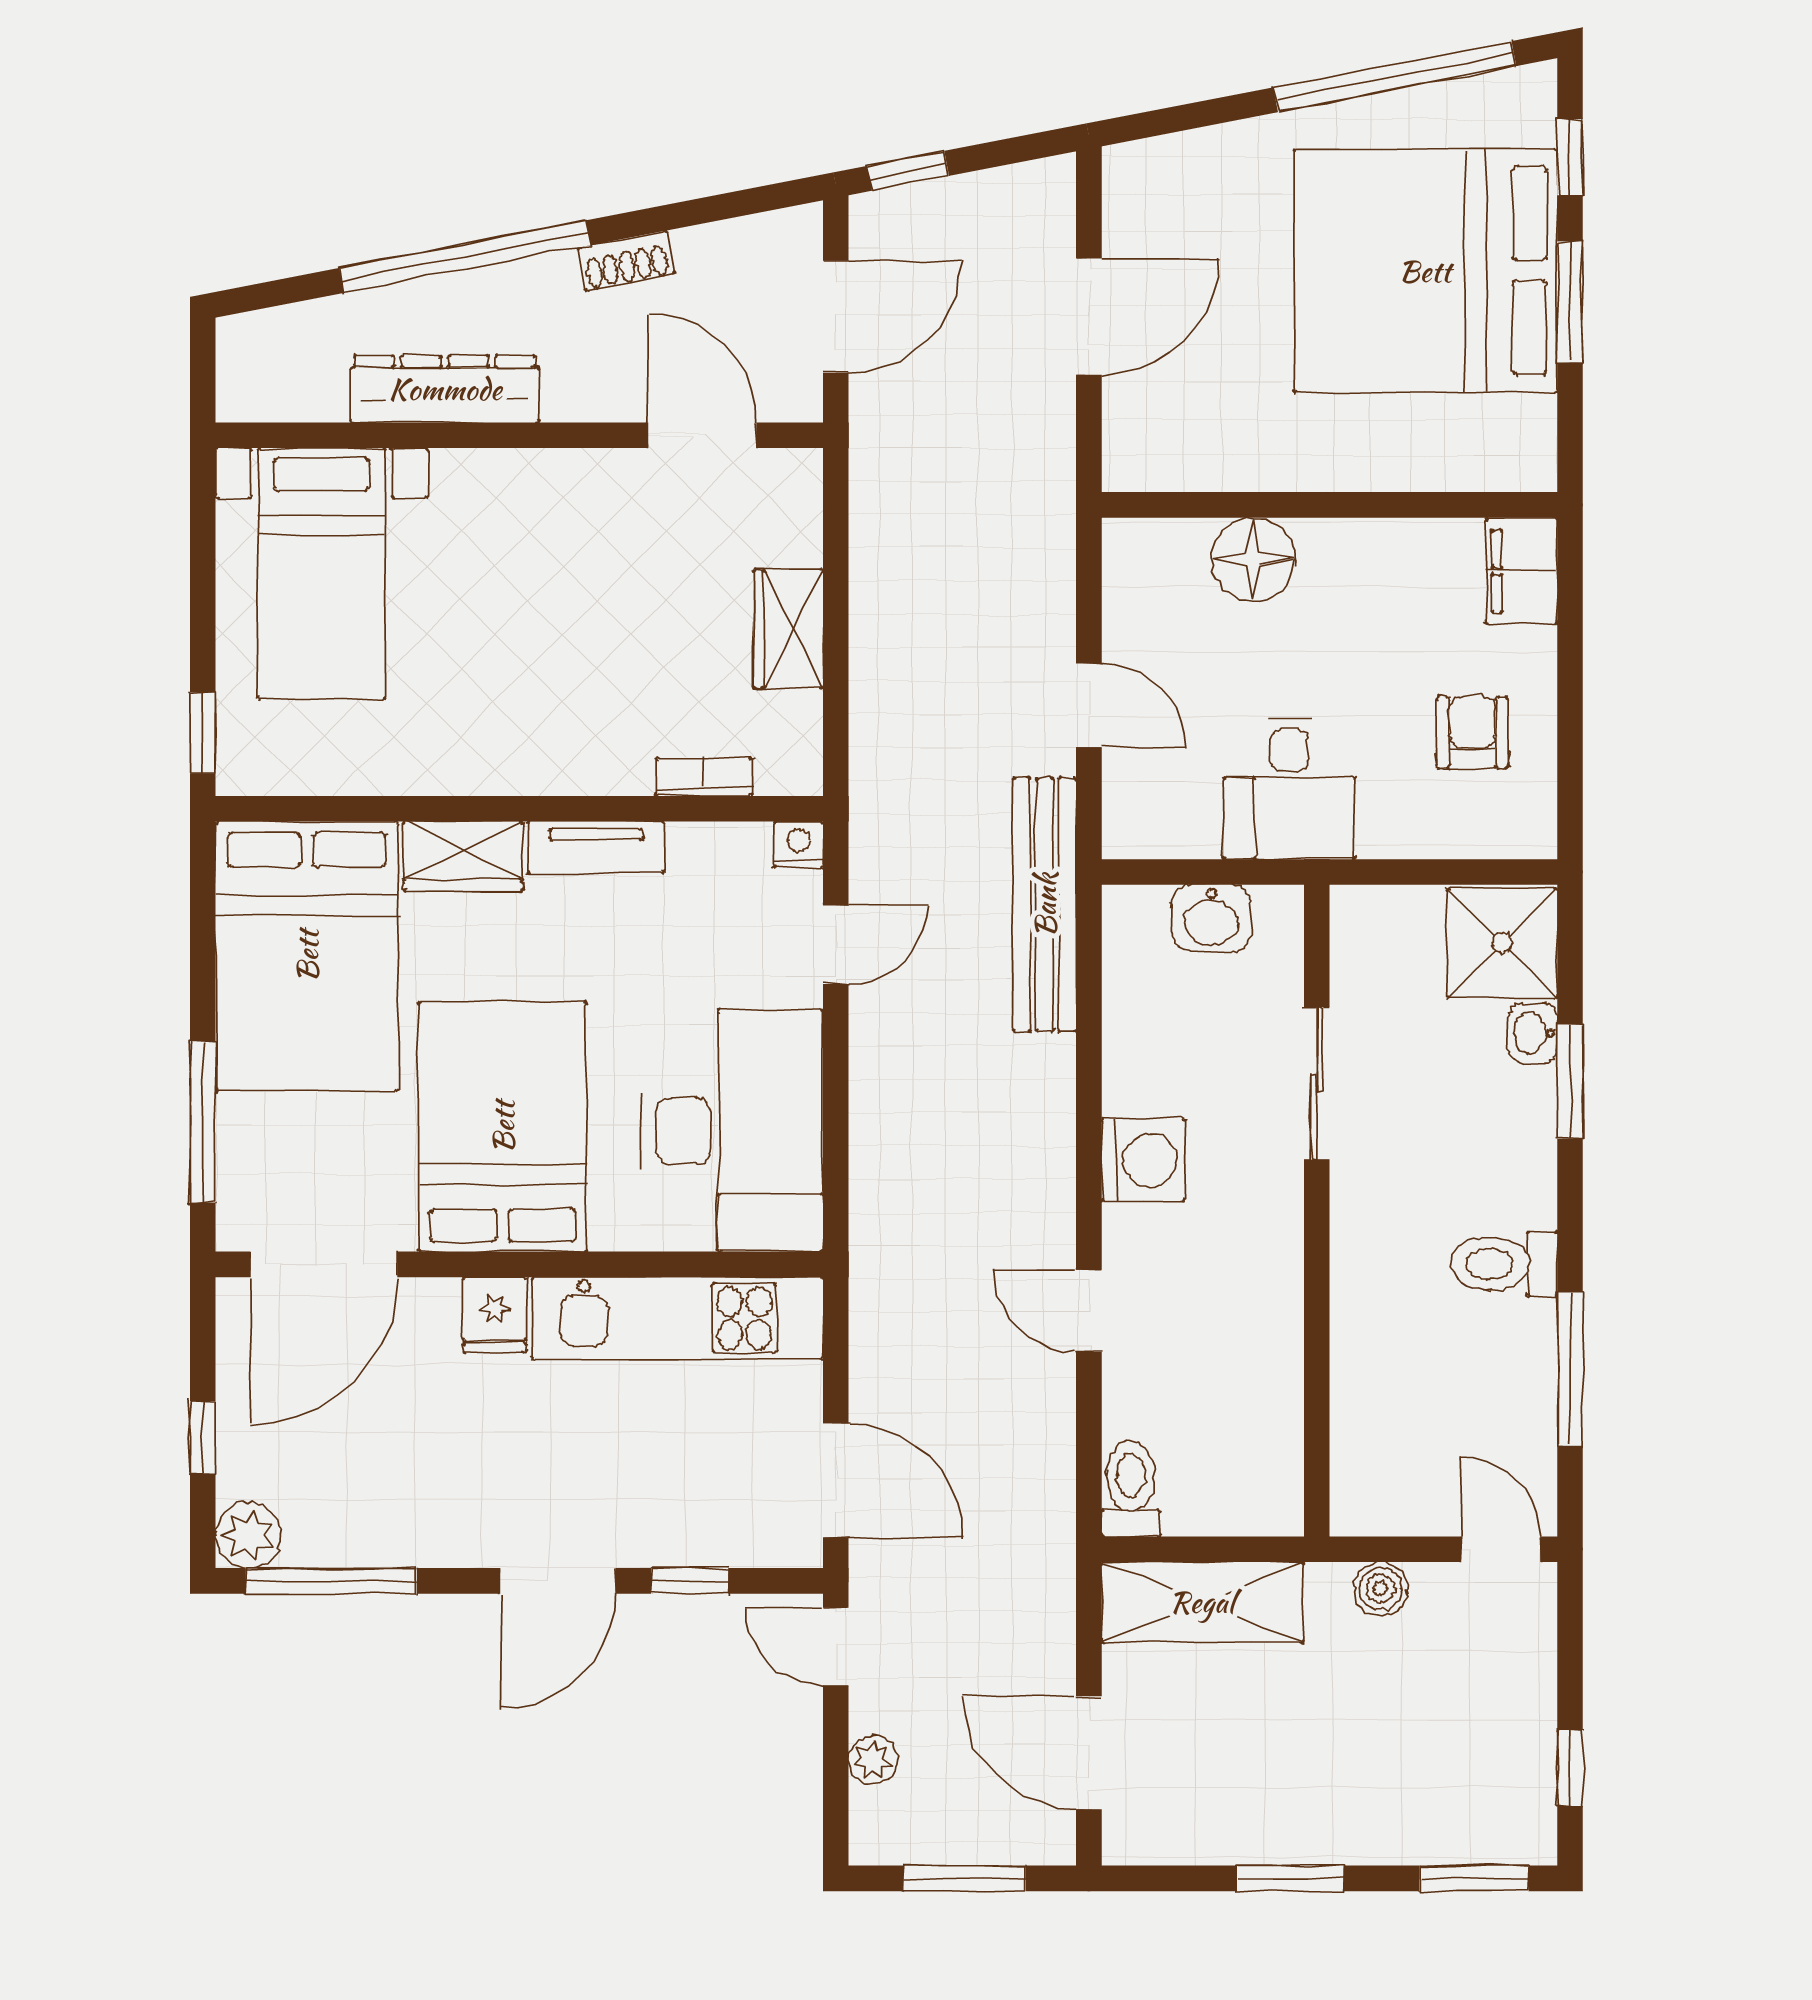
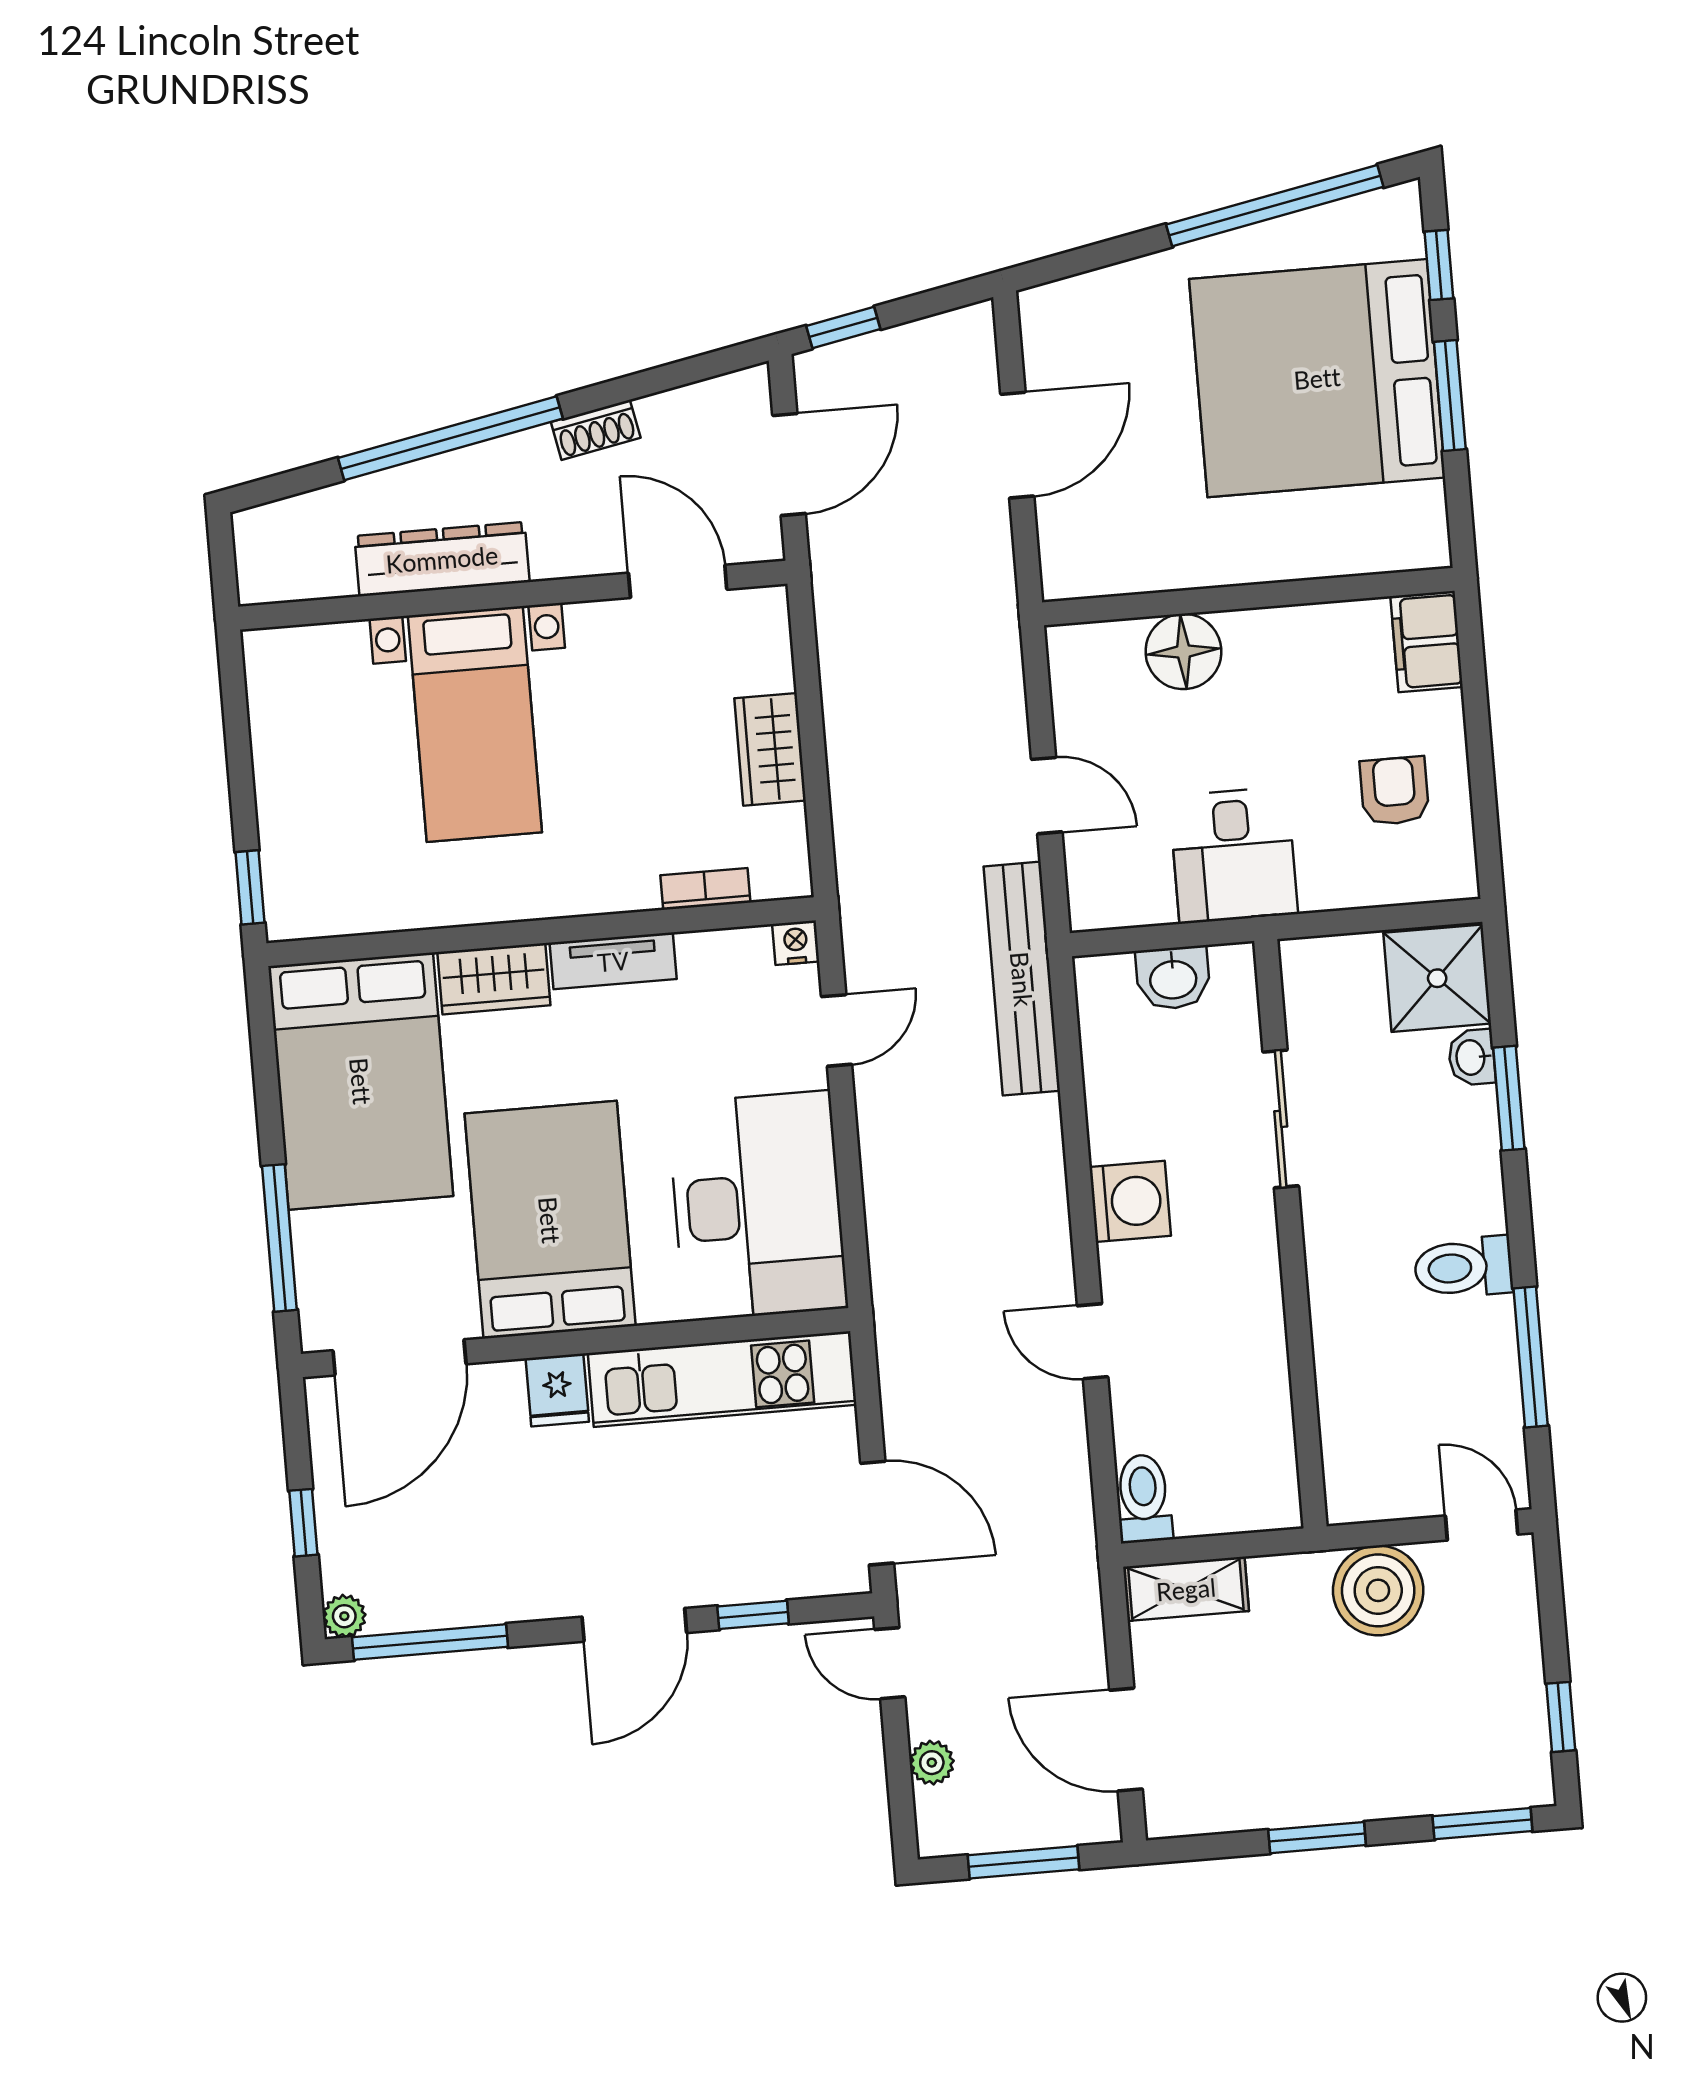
bed with nightstands: (322, 574) -> (475, 724), moved
plant: (248, 1536) -> (344, 1616), width x0.73, depth x0.73
boiler: (1381, 1589) -> (1378, 1590), width x1.86, depth x1.86
shelving: (1202, 1602) -> (1186, 1589), width x0.67, depth x0.75

